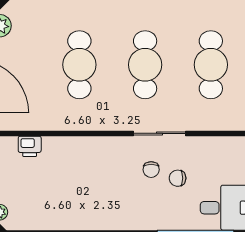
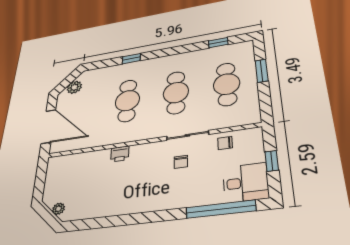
printer: (30, 146) -> (120, 154), moved
chair: (178, 178) -> (225, 143), moved

